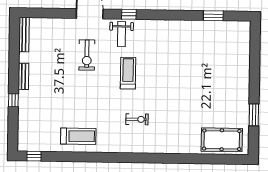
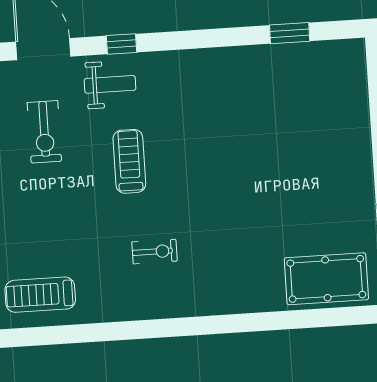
weight bench: (122, 34) -> (110, 84), turned -90
treadmill: (78, 136) -> (40, 295), turned 180

